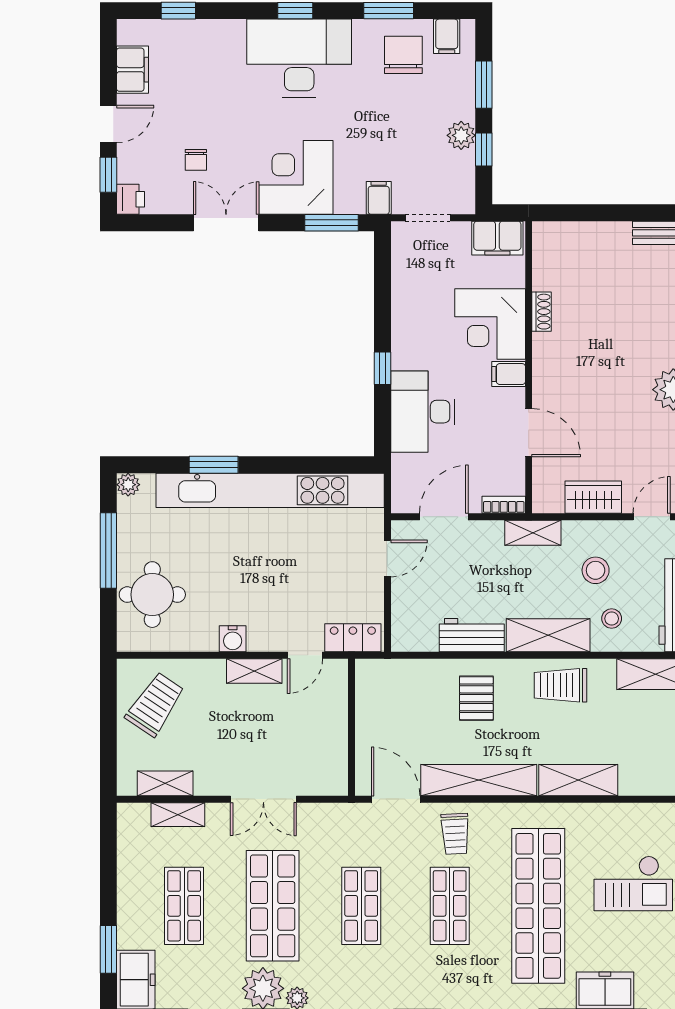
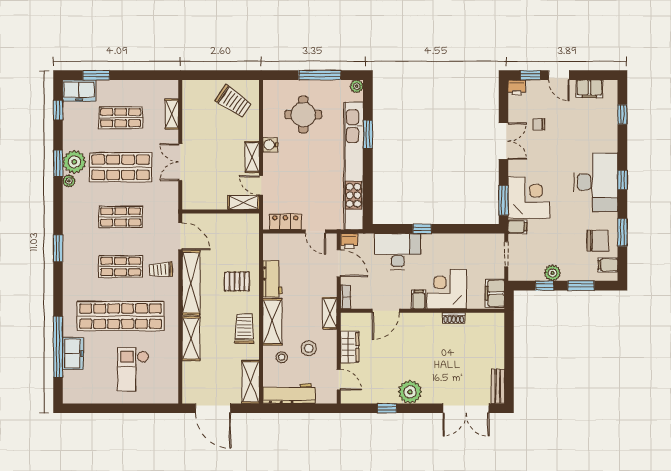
corner desk: (296, 177) -> (529, 198), moved
printer: (404, 498) -> (349, 241), added
round table: (152, 595) -> (303, 115), moved
locker: (353, 638) -> (285, 222), moved, turned -90
shelving: (165, 783) -> (244, 203), moved, turned 90
door: (396, 799) -> (180, 236), hinge flipped

